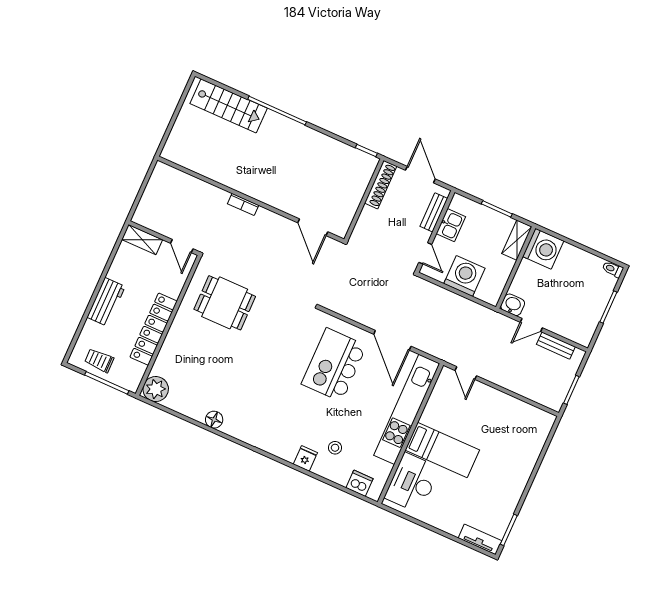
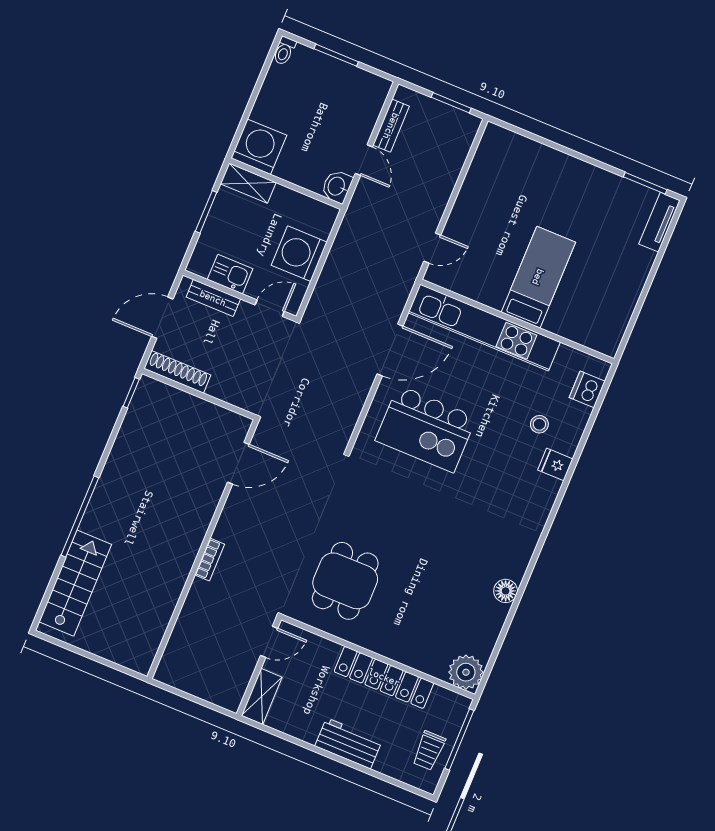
desk: (412, 483) -> (584, 317), removed

